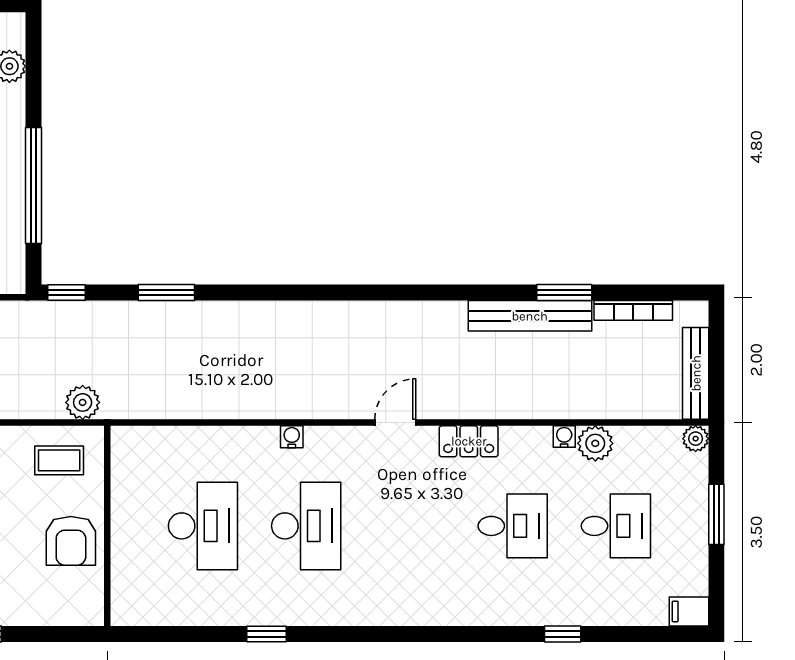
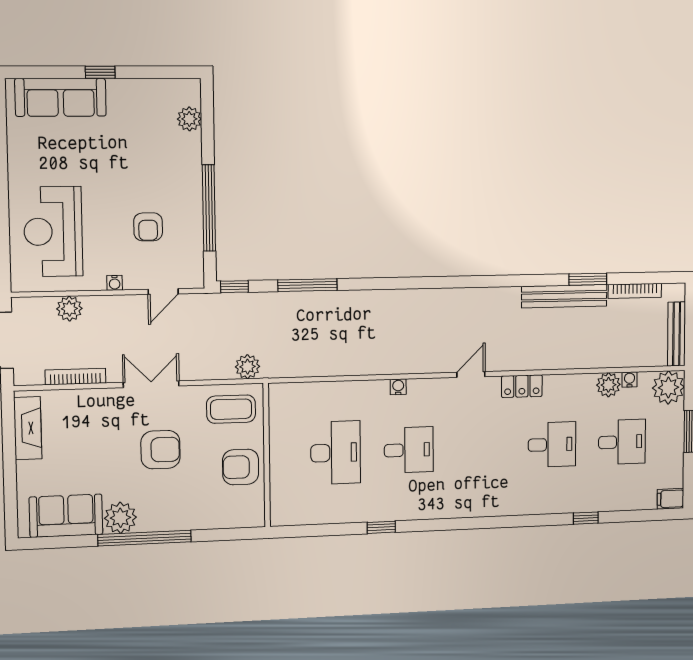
window: (166, 293) -> (307, 285), width x1.44
water cooler: (564, 437) -> (629, 379), moved
plant: (696, 439) -> (668, 387), width x1.87, depth x1.87
coffee table: (59, 460) -> (231, 409), width x1.36, depth x1.30
desk: (306, 526) -> (409, 450), width x0.73
armchair: (71, 541) -> (241, 467), turned 90

